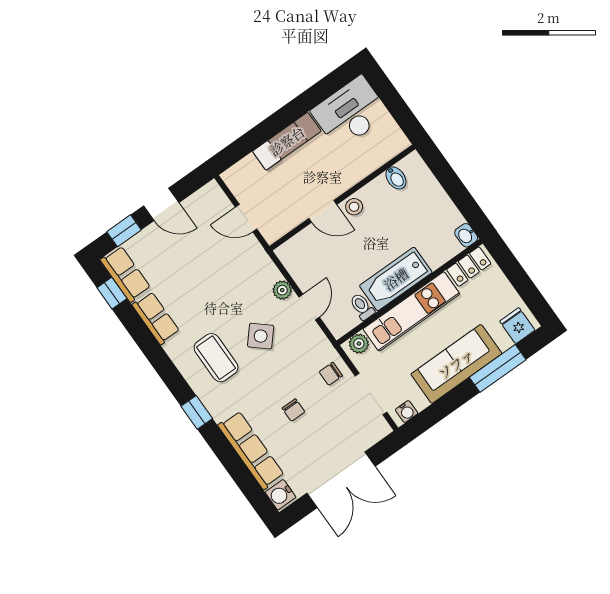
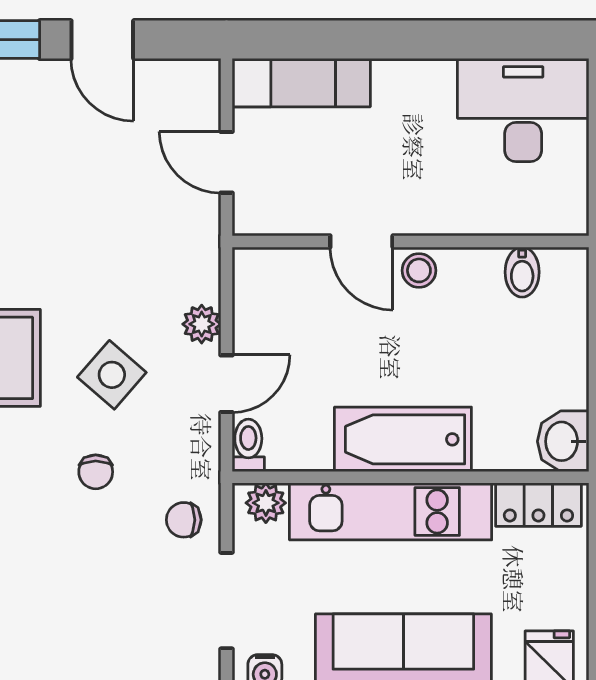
exam couch: (287, 141) -> (301, 83), moved
washbasin: (466, 235) -> (563, 441), width x1.38, depth x1.45
toilet: (362, 307) -> (248, 445), moved
chair: (293, 410) -> (96, 472), moved

